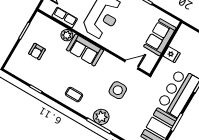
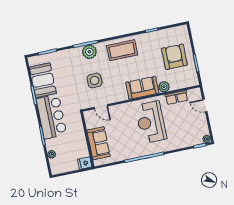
armchair: (37, 52) -> (174, 57), width x1.88, depth x1.88
fridge: (172, 55) -> (85, 163), moved
door: (131, 65) -> (101, 107), hinge flipped
coffee table: (74, 95) -> (122, 50), width x1.86, depth x1.72

